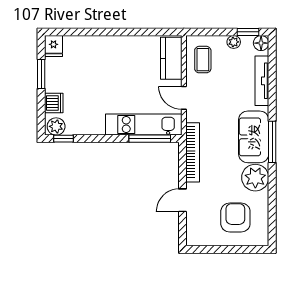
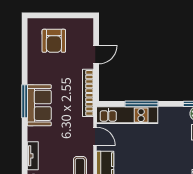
tv unit: (262, 81) -> (33, 156), width x0.71
window: (150, 139) -> (141, 104), moved
plant: (255, 178) -> (38, 73), removed

